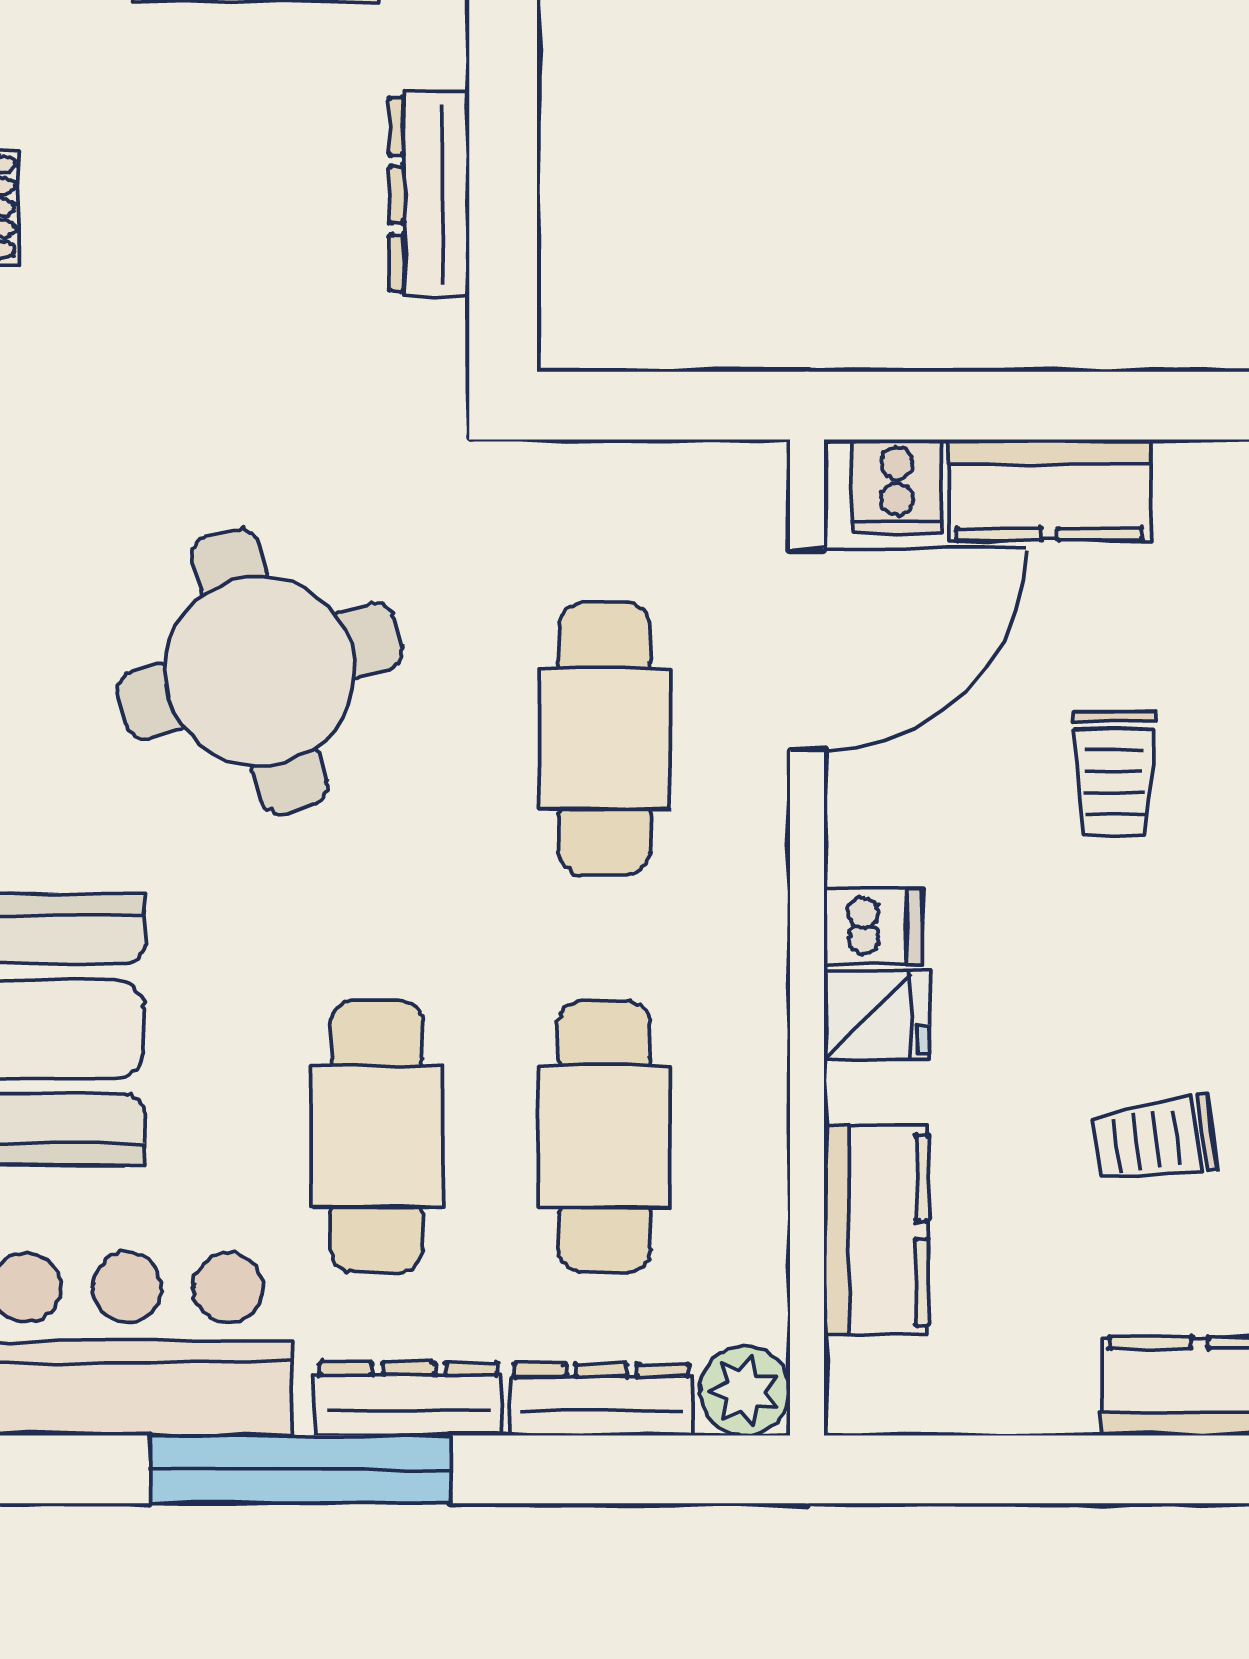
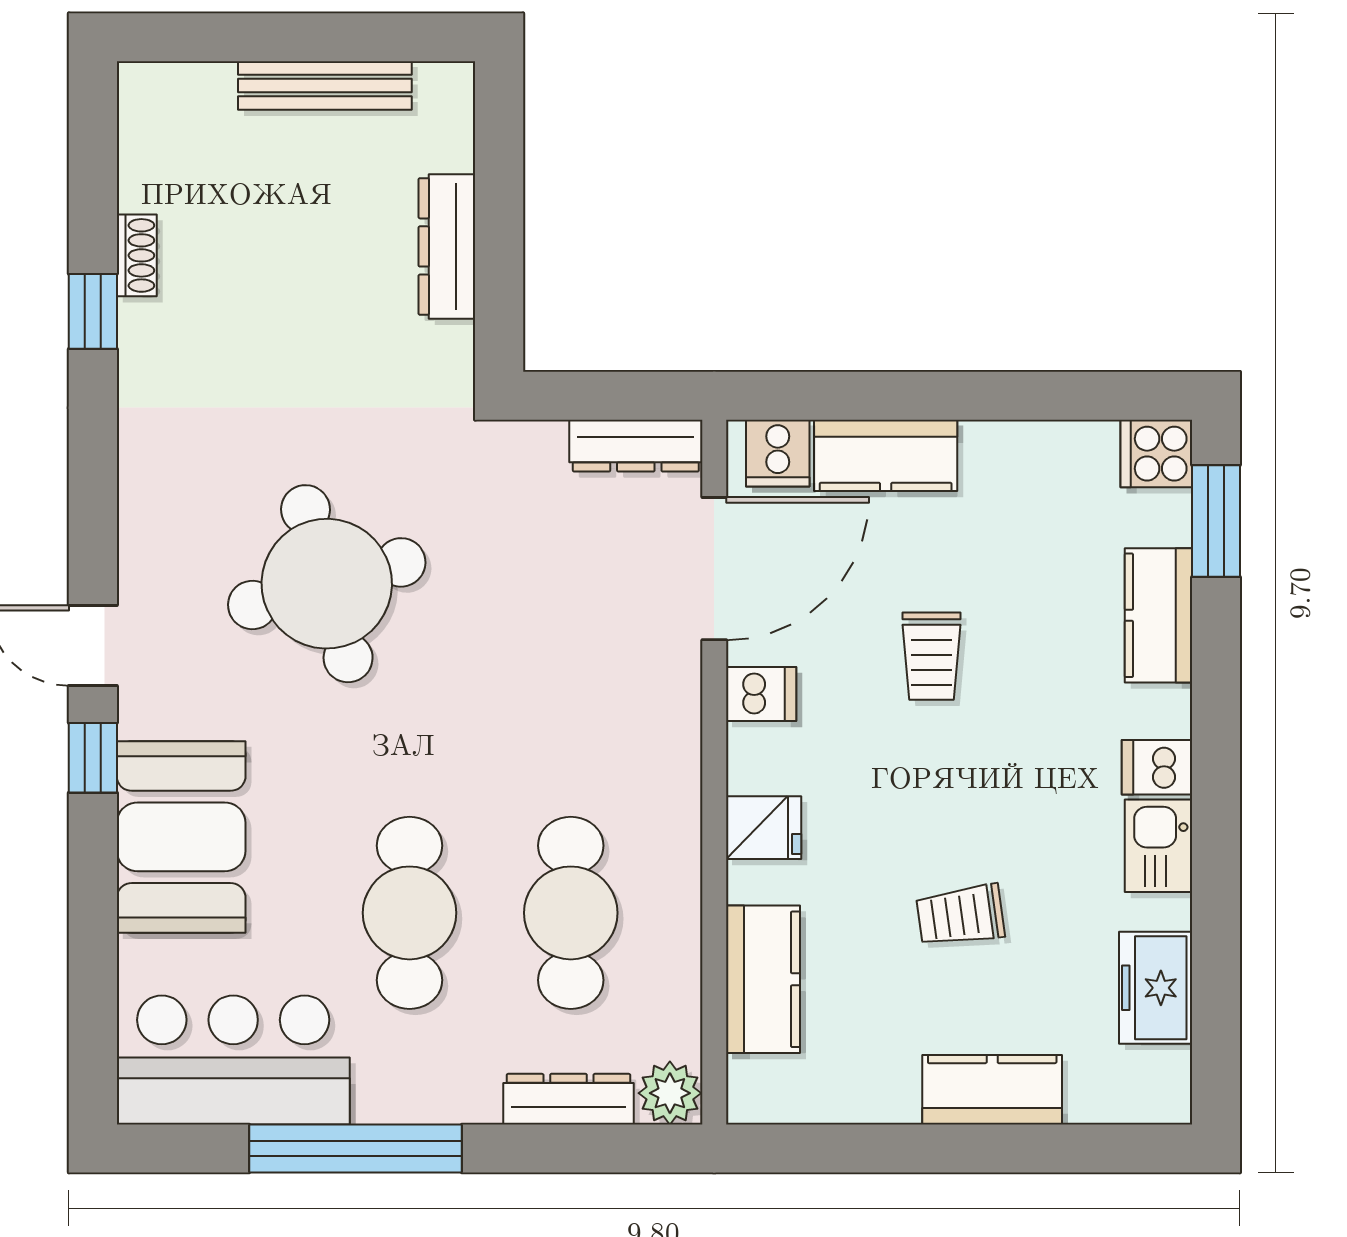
cafe table: (604, 739) -> (571, 631), removed
dishwasher: (873, 926) -> (761, 694), moved
dresser: (409, 1399) -> (636, 446), moved, turned 180

